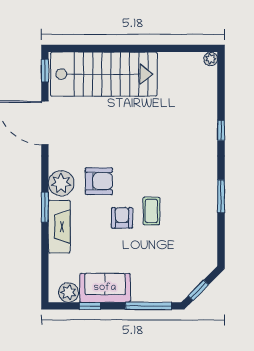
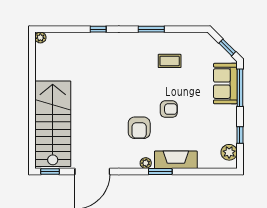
armchair: (99, 181) -> (139, 128), turned 180
plant: (61, 183) -> (146, 163), width x0.53, depth x0.53
coffee table: (151, 211) -> (170, 61), moved
armchair: (122, 218) -> (169, 109), turned 180
sofa: (105, 288) -> (225, 84), moved

